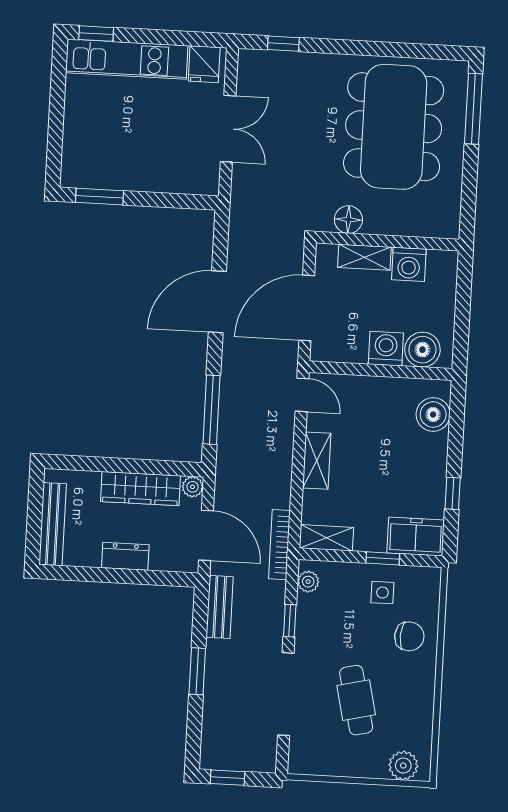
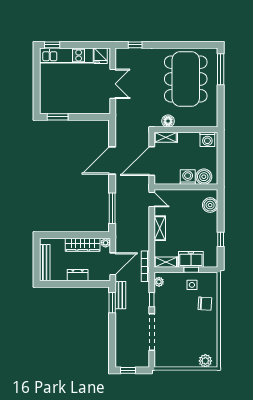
shelving: (364, 257) -> (166, 137), moved
washing machine: (409, 264) -> (207, 139), moved
door: (206, 535) -> (113, 264), hinge flipped
freezer: (416, 537) -> (191, 259), moved
window: (197, 671) -> (112, 303), moved
cafe table: (356, 700) -> (183, 333), removed

